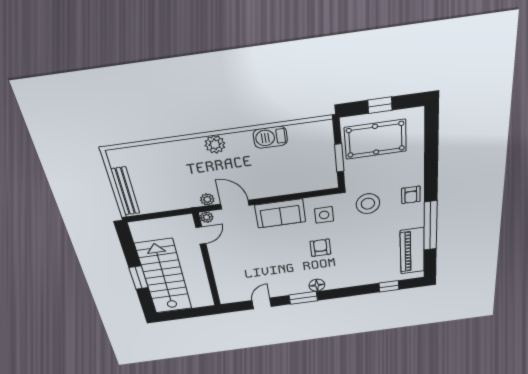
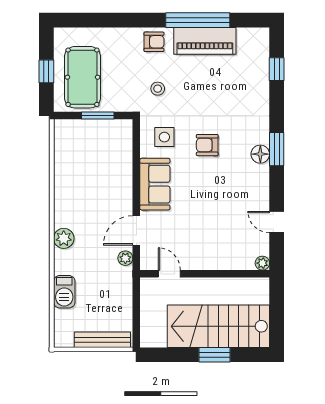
barbecue: (270, 137) -> (64, 292), moved
stool: (368, 204) -> (158, 89), width x0.53, depth x0.53
plant: (207, 217) -> (262, 263), moved
piano: (412, 251) -> (205, 41), moved
window: (303, 298) -> (277, 149), moved

